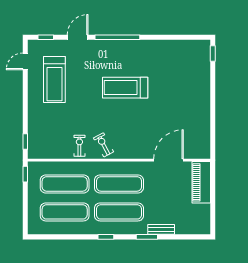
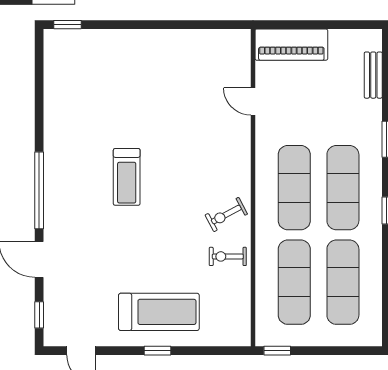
treadmill: (54, 80) -> (159, 312), moved
treadmill: (125, 88) -> (127, 177), width x0.73, depth x0.73
window: (25, 141) -> (157, 351), moved
door: (169, 160) -> (253, 101), width x0.53
bench: (161, 229) -> (373, 75), moved

